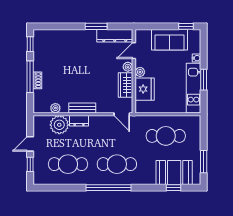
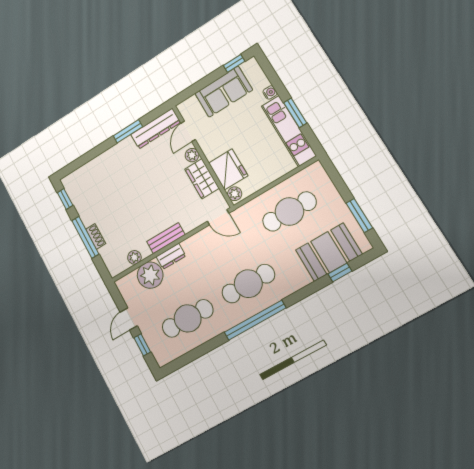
plant: (140, 72) -> (235, 194), moved

